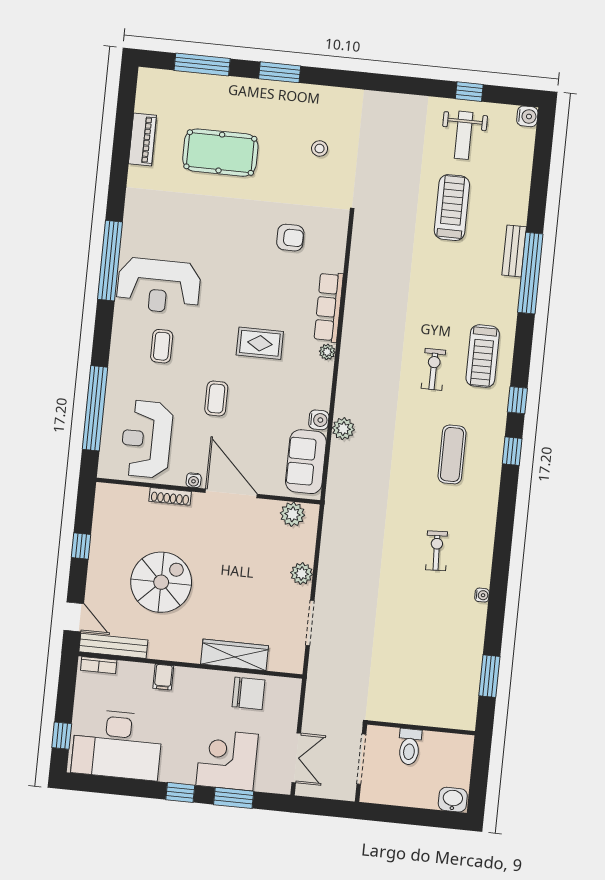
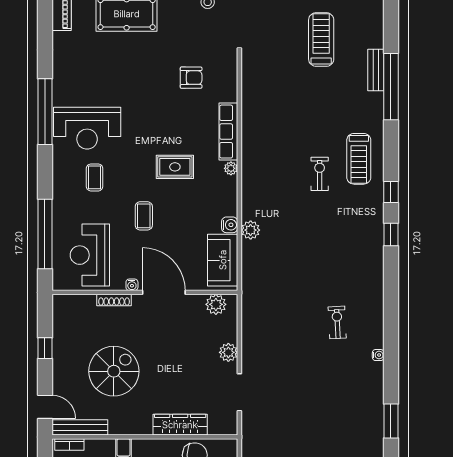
exercise mat: (452, 454) -> (342, 242), removed

